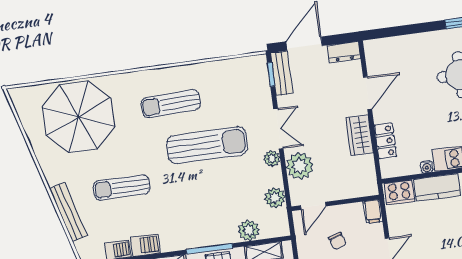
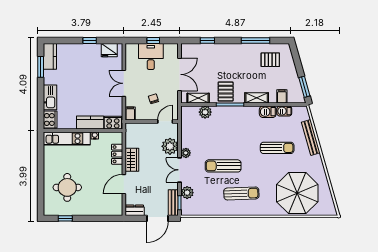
sun lounger: (207, 145) -> (223, 166), width x0.73, depth x0.75
plant: (275, 198) -> (187, 193), moved

